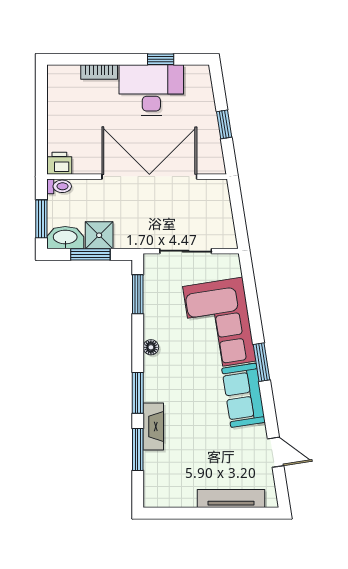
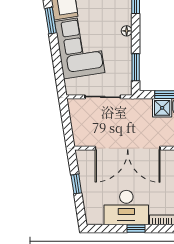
window: (161, 59) -> (136, 229), moved

